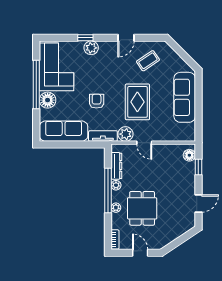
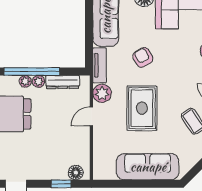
armchair: (97, 101) -> (143, 57), turned -120
rug: (137, 102) -> (142, 108), turned 90
plant: (116, 208) -> (25, 81), moved

